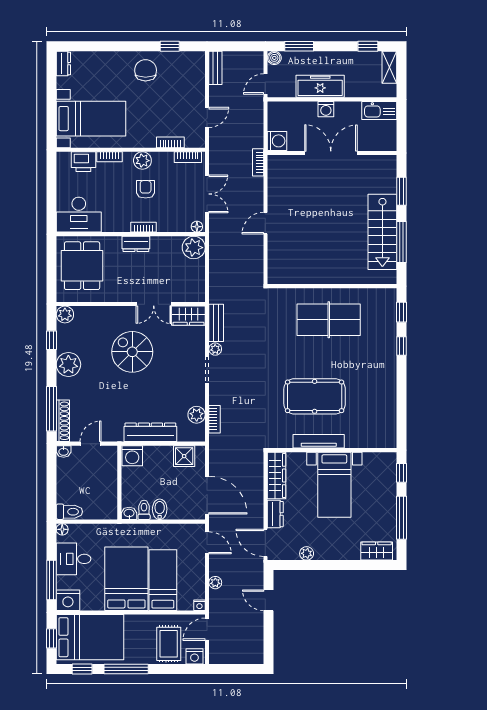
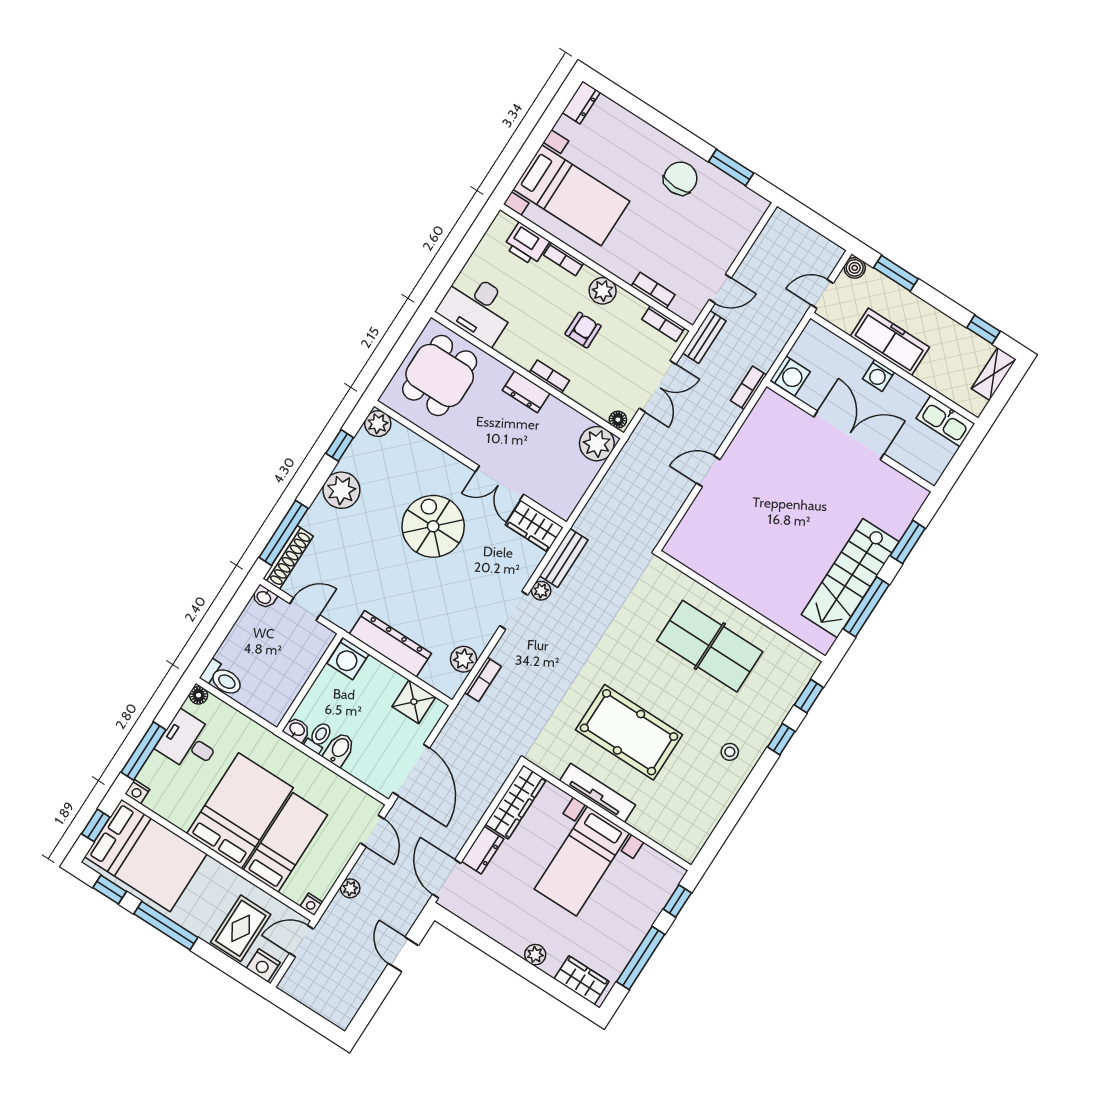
window: (170, 46) -> (731, 167), width x1.50
bench: (215, 68) -> (704, 337), moved
stool: (378, 371) -> (730, 752), added
plant: (307, 553) -> (535, 955), moved
nightstand: (68, 600) -> (137, 792), width x0.53, depth x0.56

